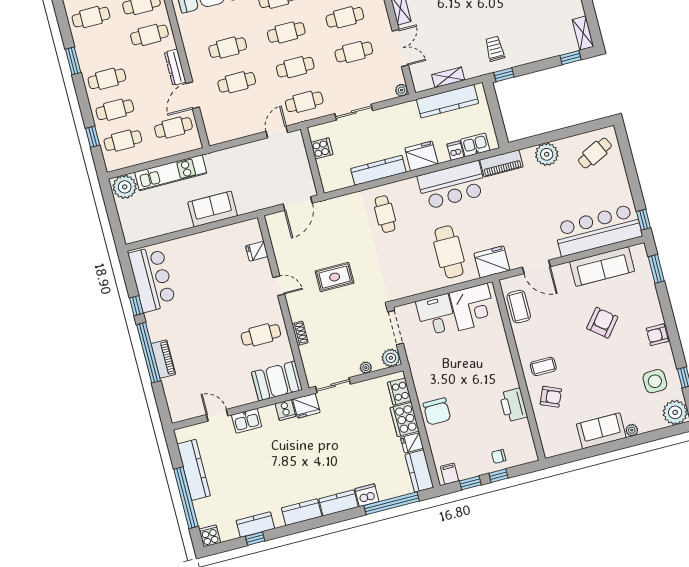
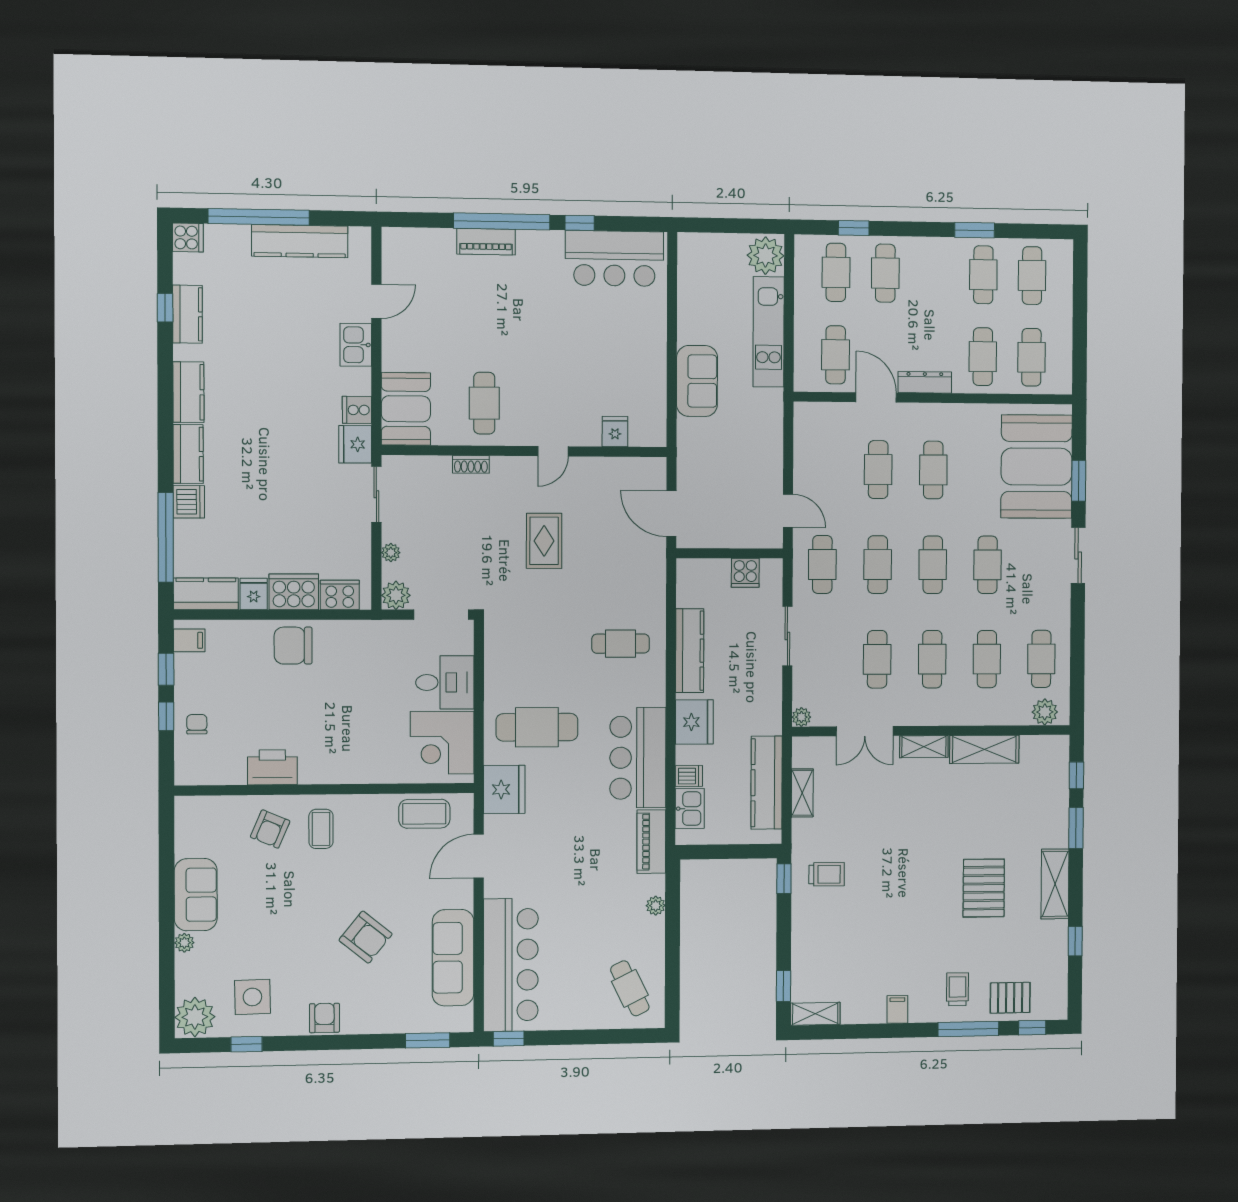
cafe table: (107, 79) -> (983, 275), moved
plant: (547, 154) -> (656, 906), width x0.53, depth x0.53

